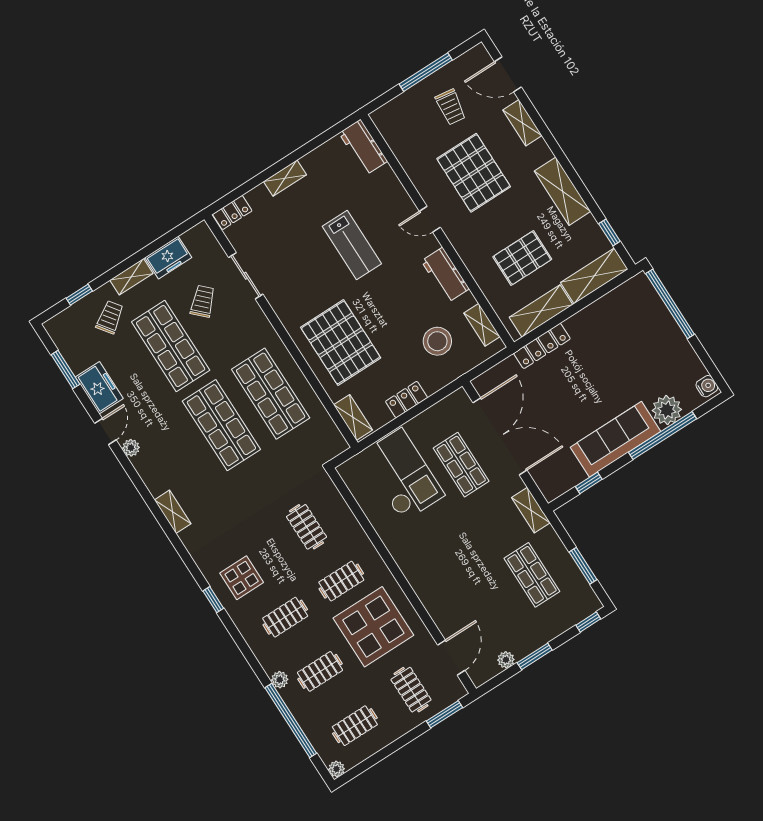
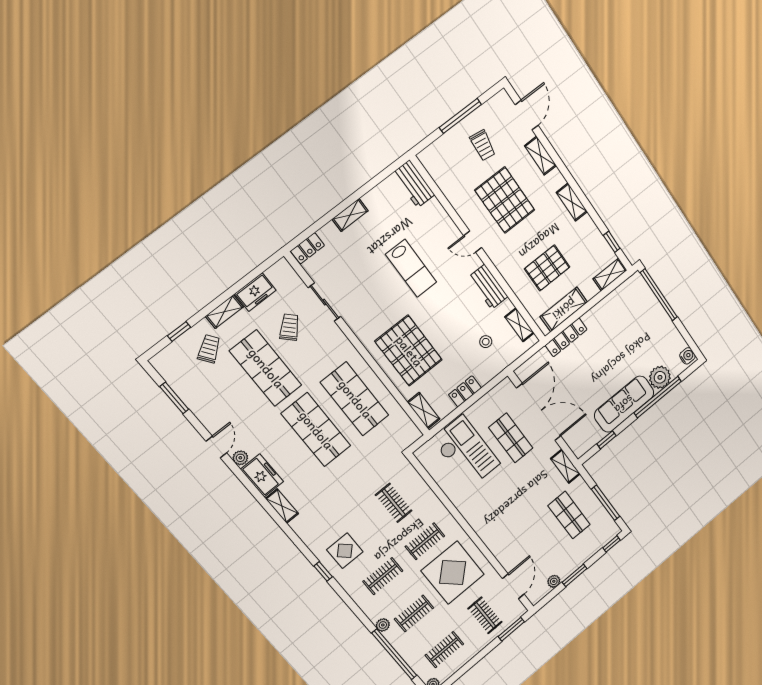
door: (508, 74) -> (527, 115), swing flipped
shelving: (563, 191) -> (572, 202), width x0.67, depth x0.75
shelving: (594, 276) -> (610, 274), width x0.67, depth x0.75
stool: (437, 341) -> (486, 342), width x0.53, depth x0.53
freezer: (99, 388) -> (262, 475), moved
window: (583, 566) -> (606, 503), width x1.44

